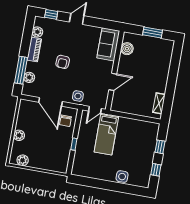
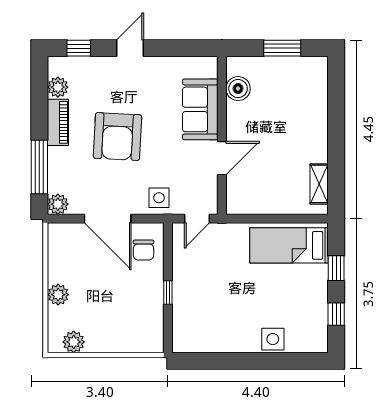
sofa: (108, 44) -> (200, 109), moved
armchair: (63, 62) -> (117, 137), width x1.88, depth x1.88
plant: (29, 77) -> (58, 204), moved
bed: (106, 134) -> (289, 245), moved, turned 90

